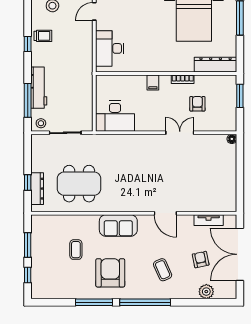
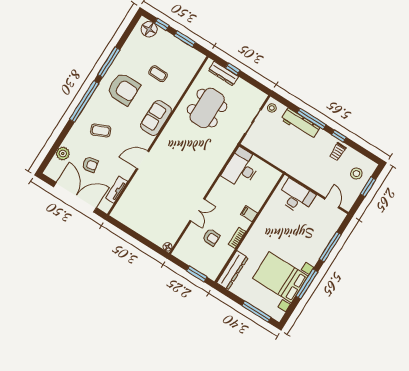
window: (28, 100) -> (312, 119), moved
floor lamp: (40, 284) -> (149, 29), added

